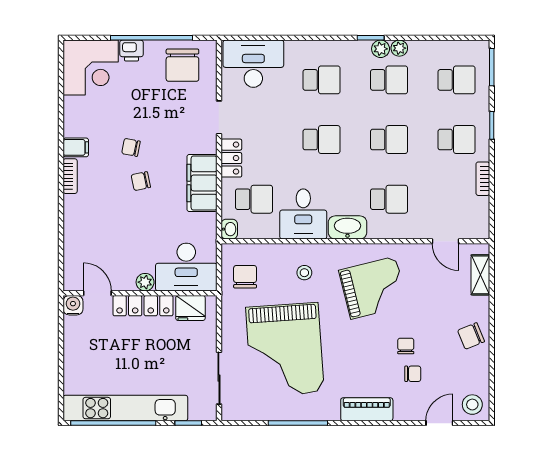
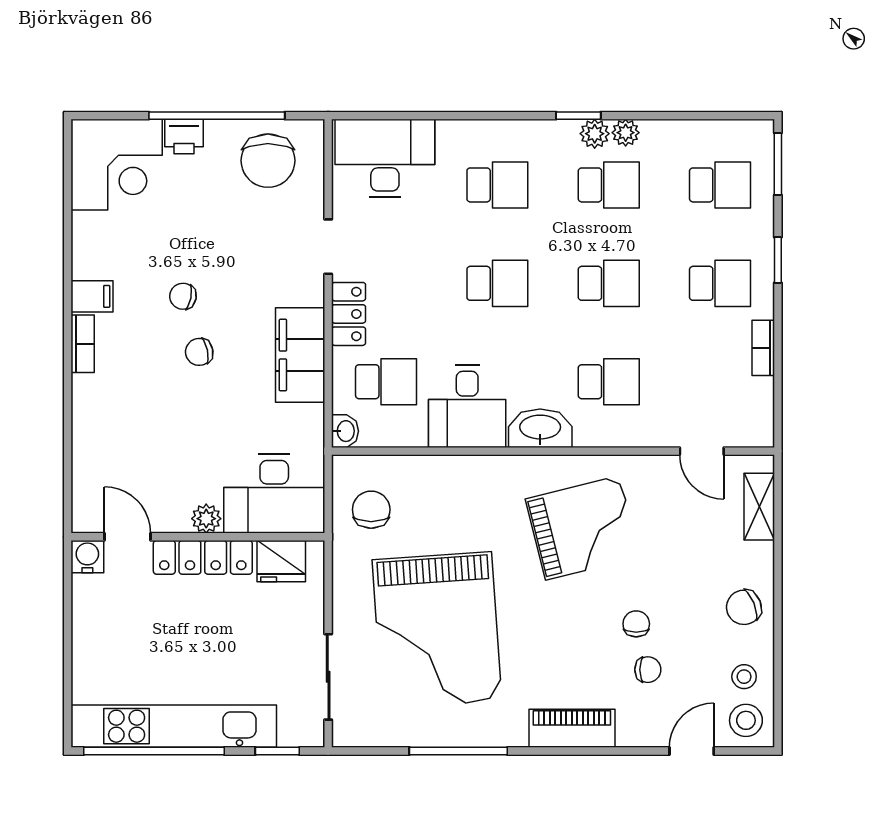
stool: (304, 273) -> (744, 677), moved

